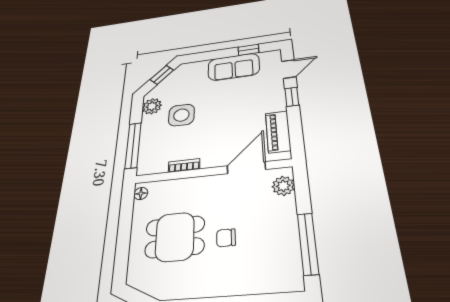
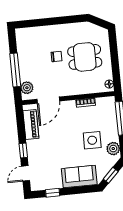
sofa: (234, 67) -> (79, 177), moved
window: (308, 243) -> (15, 70), moved

